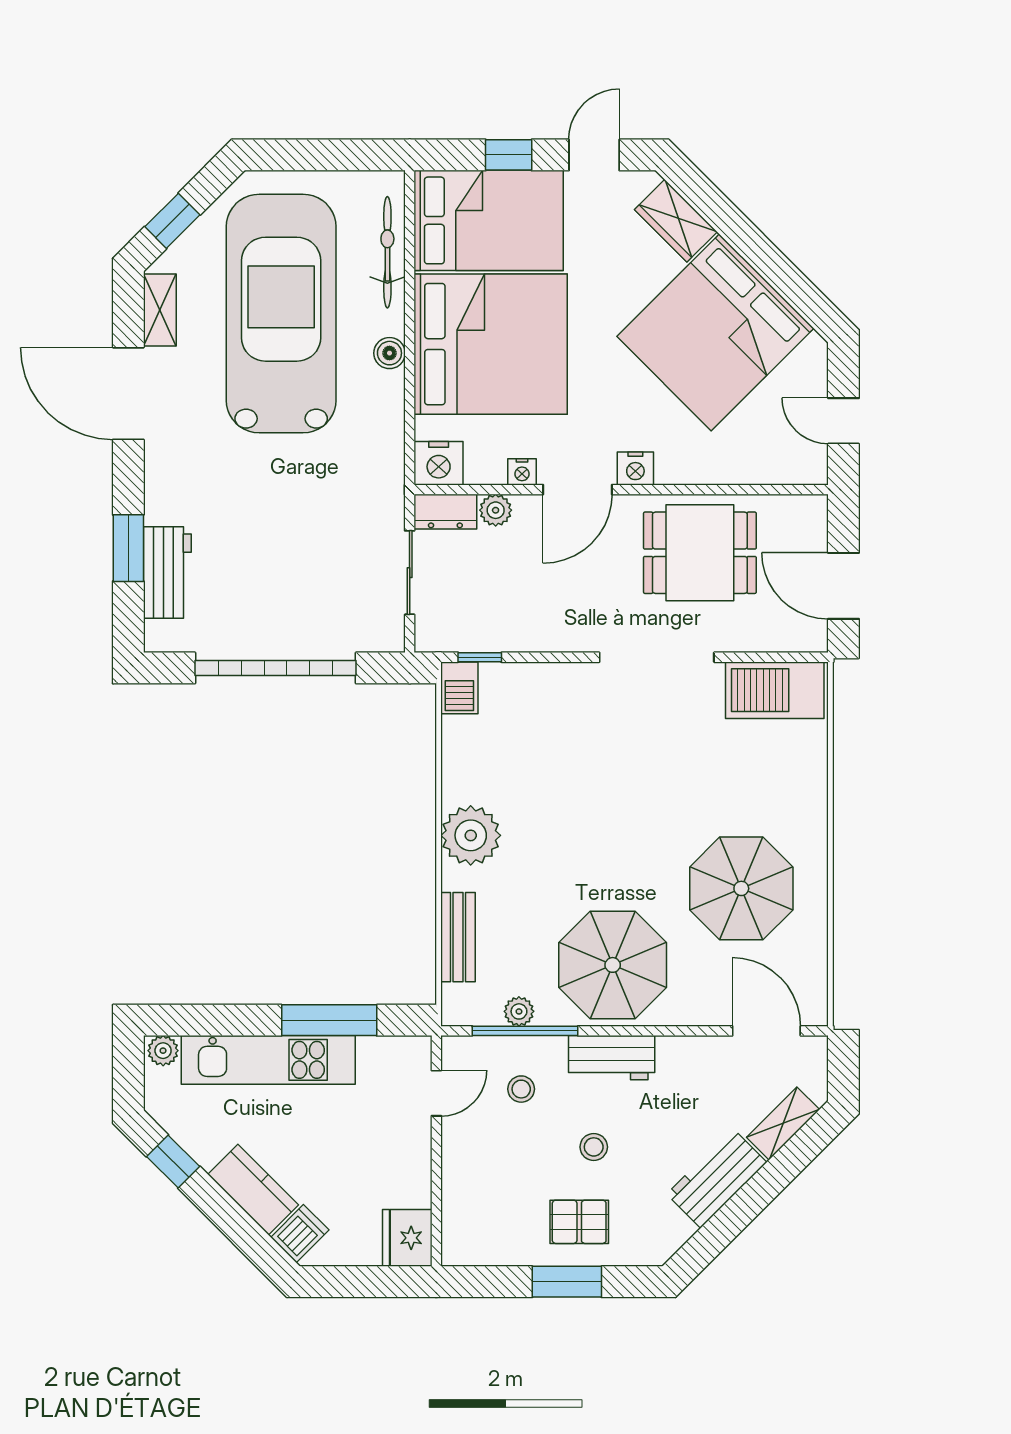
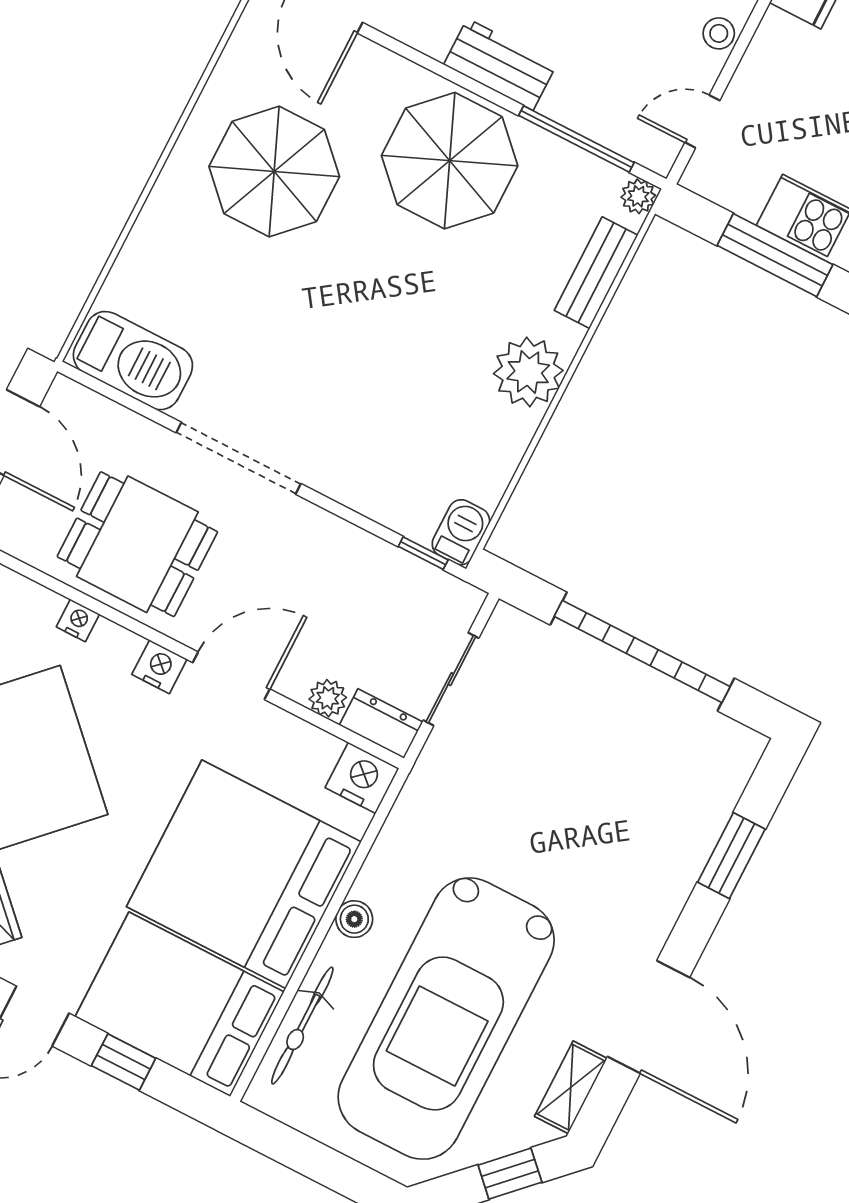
nightstand: (522, 472) -> (78, 621), moved
workbench: (167, 572) -> (704, 809), removed
plant: (519, 1011) -> (638, 196), moved
stool: (521, 1089) -> (719, 33), moved

